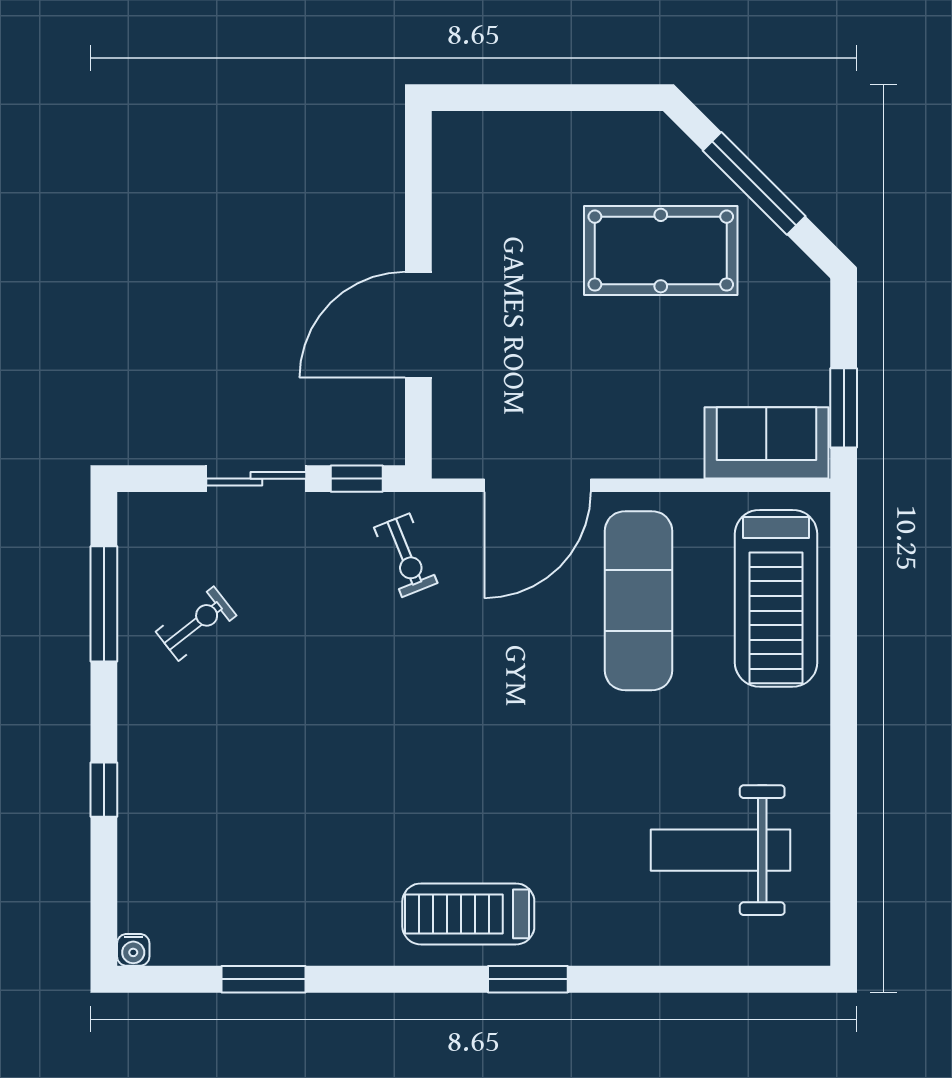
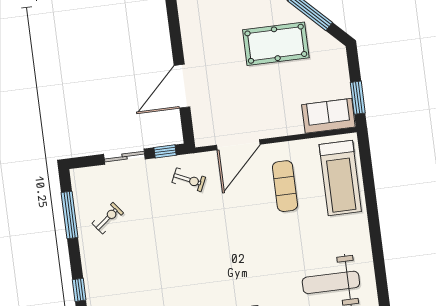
exercise bike: (406, 555) -> (189, 180), turned -43
exercise mat: (638, 601) -> (285, 186), width x0.73, depth x0.69

